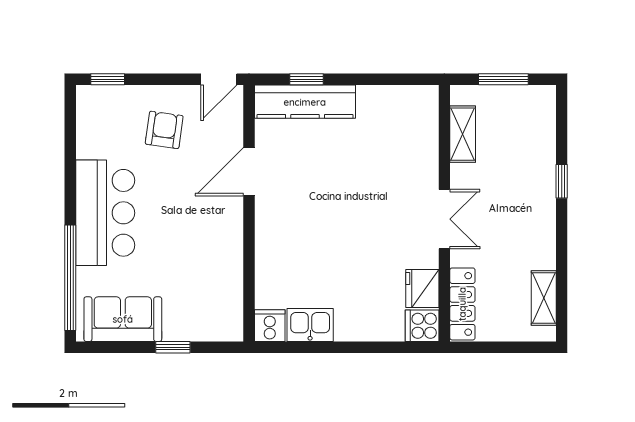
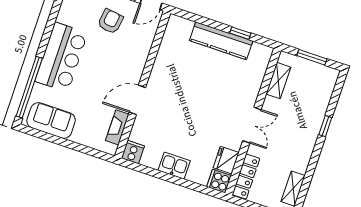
window: (306, 79) -> (240, 33), moved
kitchen counter: (305, 102) -> (221, 41), moved
door: (249, 172) -> (137, 100), moved
fireplace: (232, 295) -> (117, 127), added
kitchen sink: (310, 325) -> (174, 166), moved
window: (173, 347) -> (74, 146), removed

